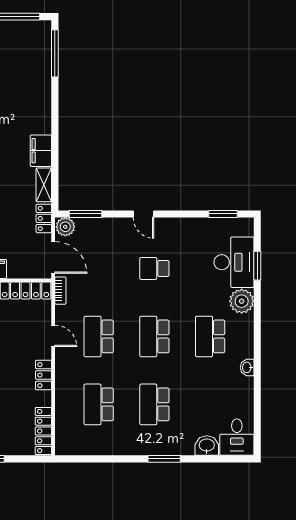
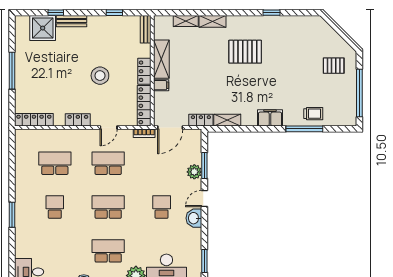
window: (55, 53) -> (304, 129), moved
trolley: (35, 75) -> (313, 114), added
filing cabinet: (41, 151) -> (270, 118), moved
window: (85, 214) -> (204, 166), moved
plant: (65, 227) -> (194, 172), moved
school desk: (154, 404) -> (55, 207), width x0.54
washbasin: (207, 446) -> (194, 218), moved, turned 180

